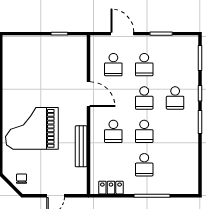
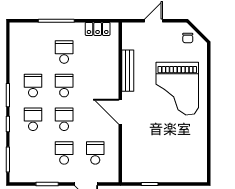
door: (88, 94) -> (120, 112), moved
grand piano: (32, 128) -> (177, 89), turned 90
school desk: (113, 131) -> (33, 86), moved

